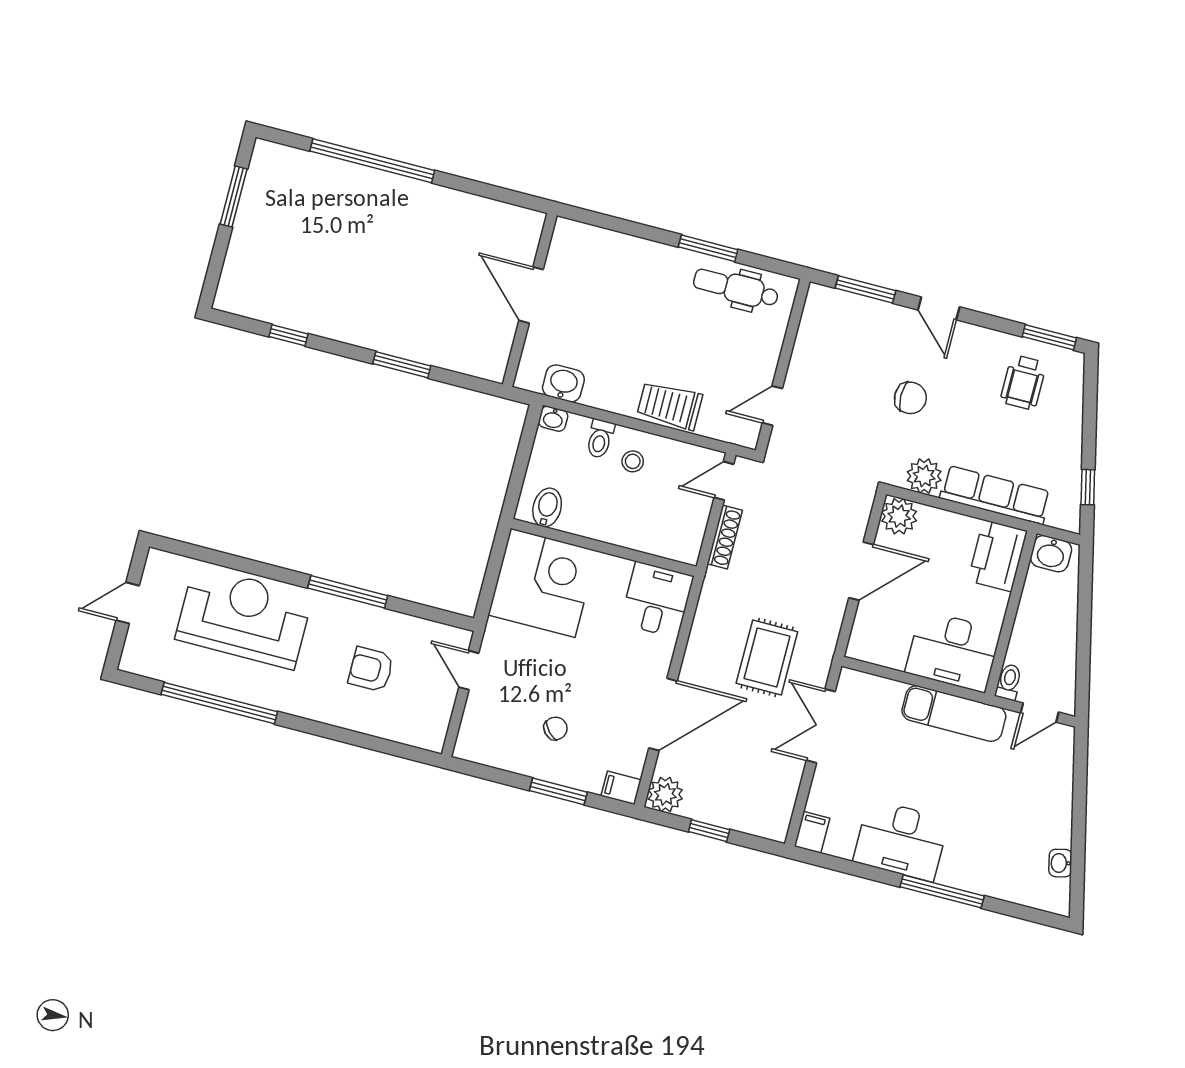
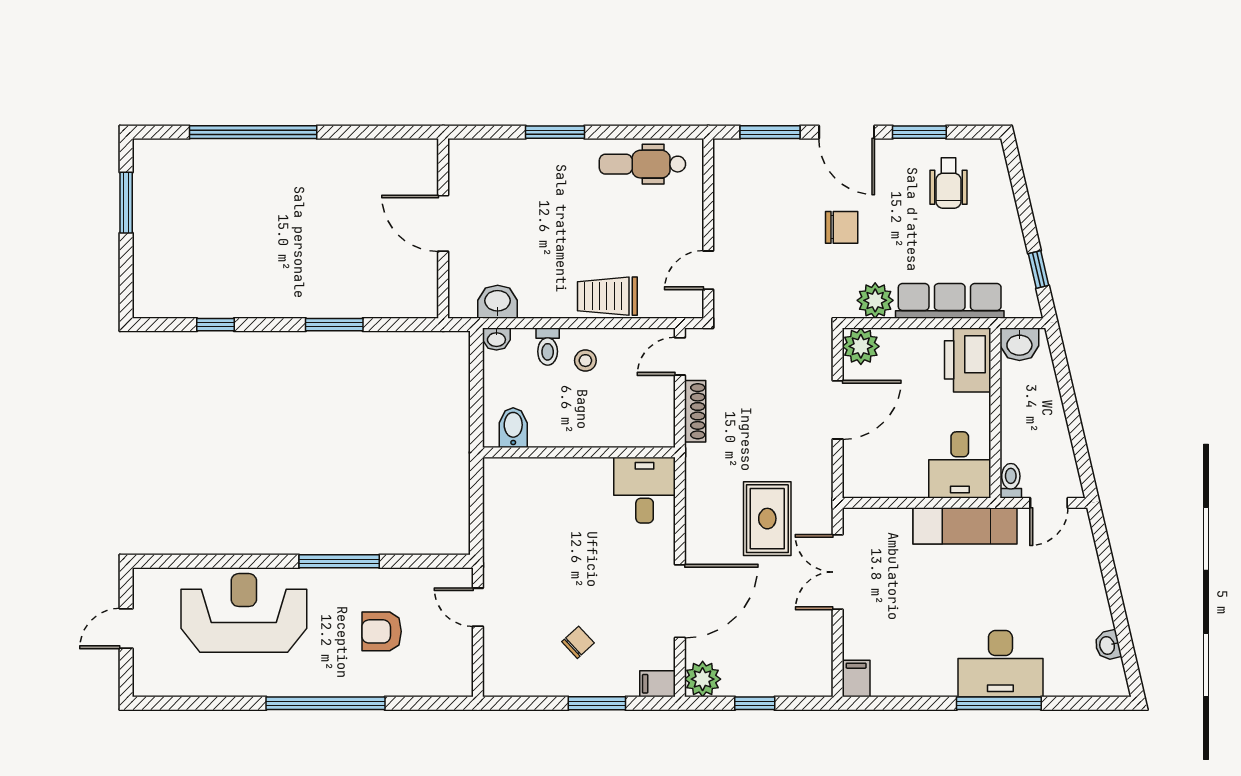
window: (708, 248) -> (555, 132), moved
door: (939, 308) -> (847, 132), width x1.38
window: (1049, 337) -> (919, 132), moved
corner desk: (543, 583) -> (528, 503), removed
desk: (953, 651) -> (960, 465), width x0.73
window: (219, 703) -> (326, 703), moved
desk: (901, 840) -> (1000, 664), moved

